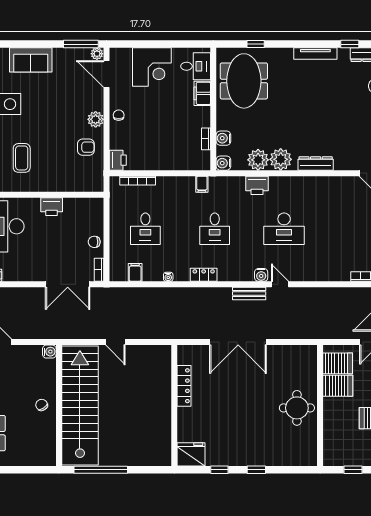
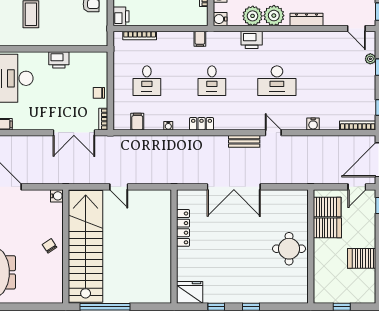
water cooler: (261, 275) -> (313, 124), moved

